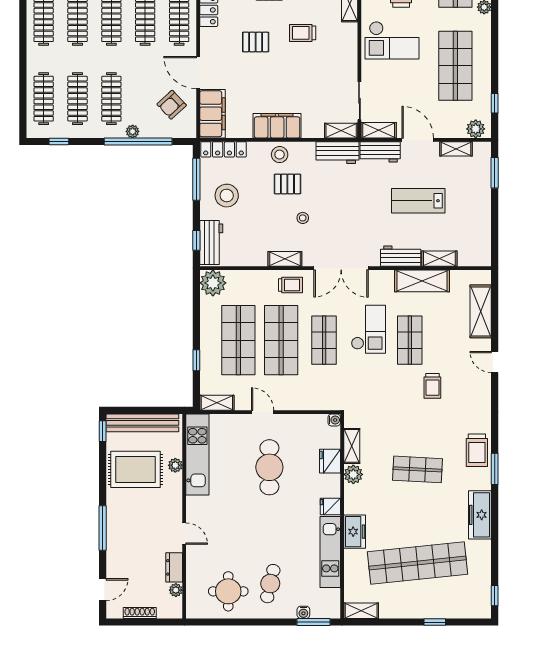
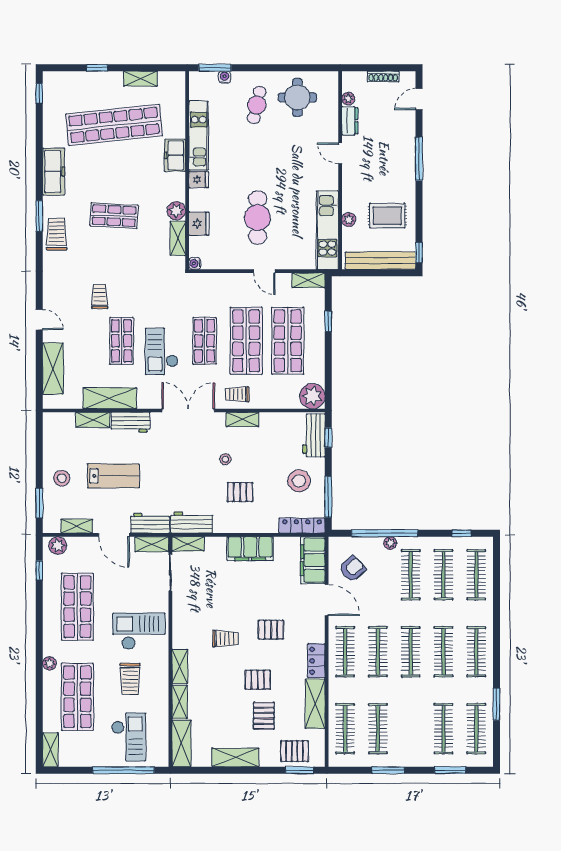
stool: (280, 155) -> (62, 478), moved
rug: (136, 469) -> (387, 216), width x0.73, depth x0.70
shelving: (361, 611) -> (140, 79), moved

